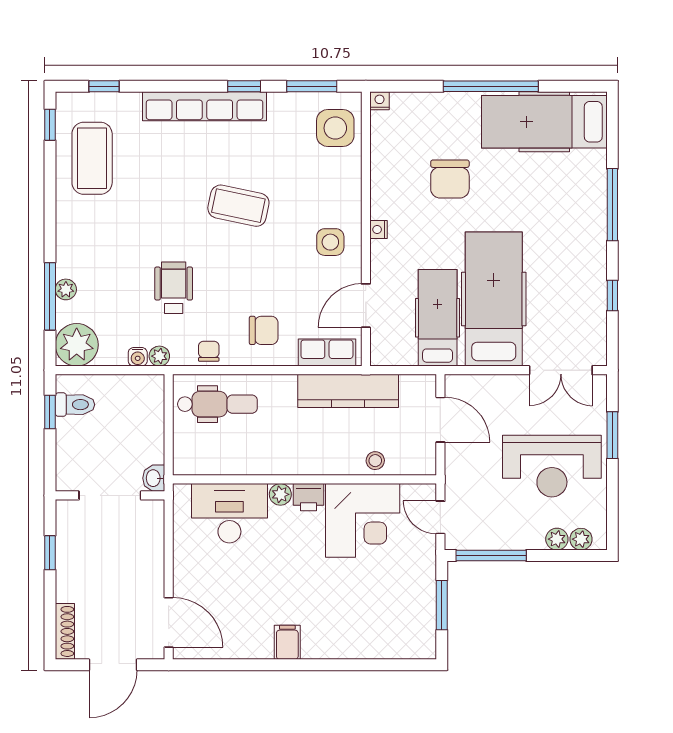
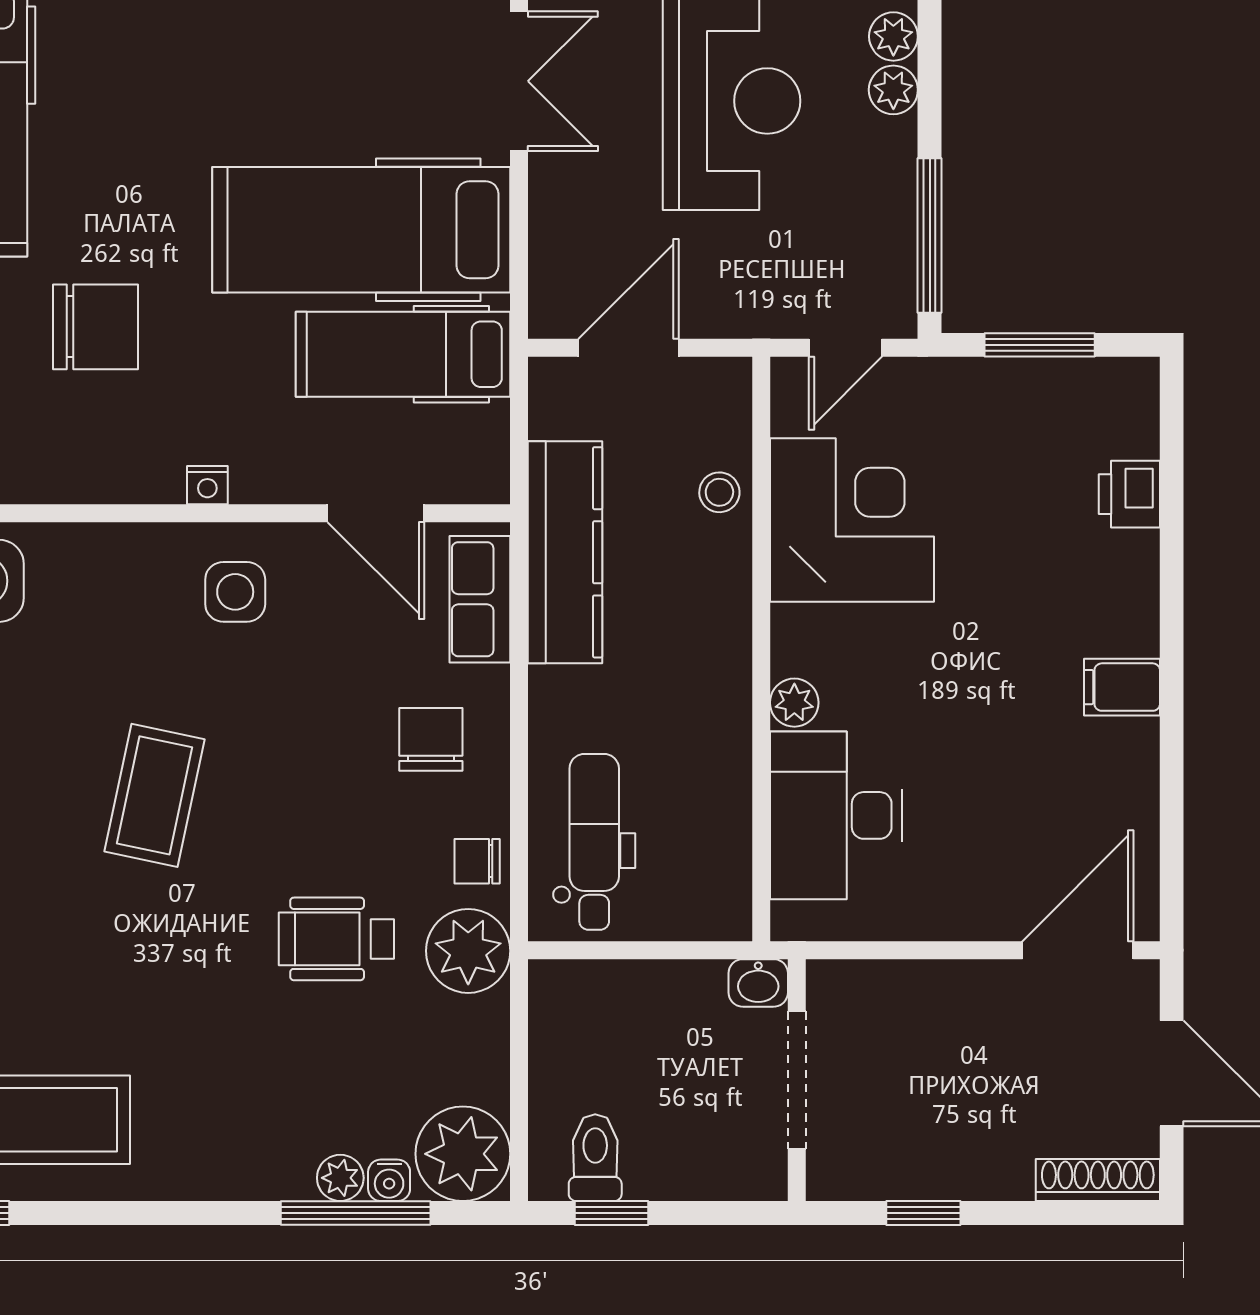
plant: (159, 356) -> (468, 951), width x1.88, depth x1.88
water cooler: (138, 357) -> (389, 1180), moved, turned 90
printer: (308, 497) -> (1129, 494), moved, turned 180

